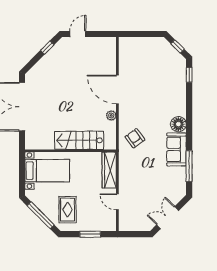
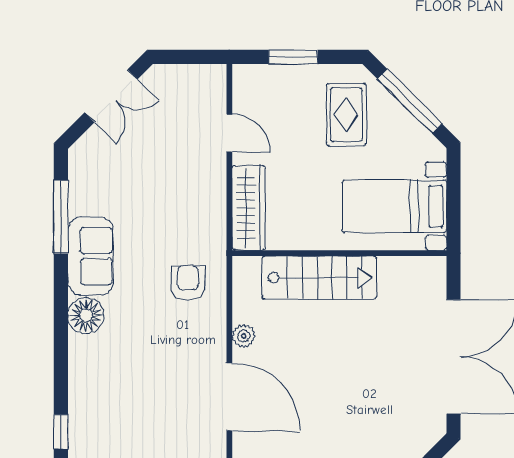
armchair: (135, 138) -> (188, 283), turned -144

